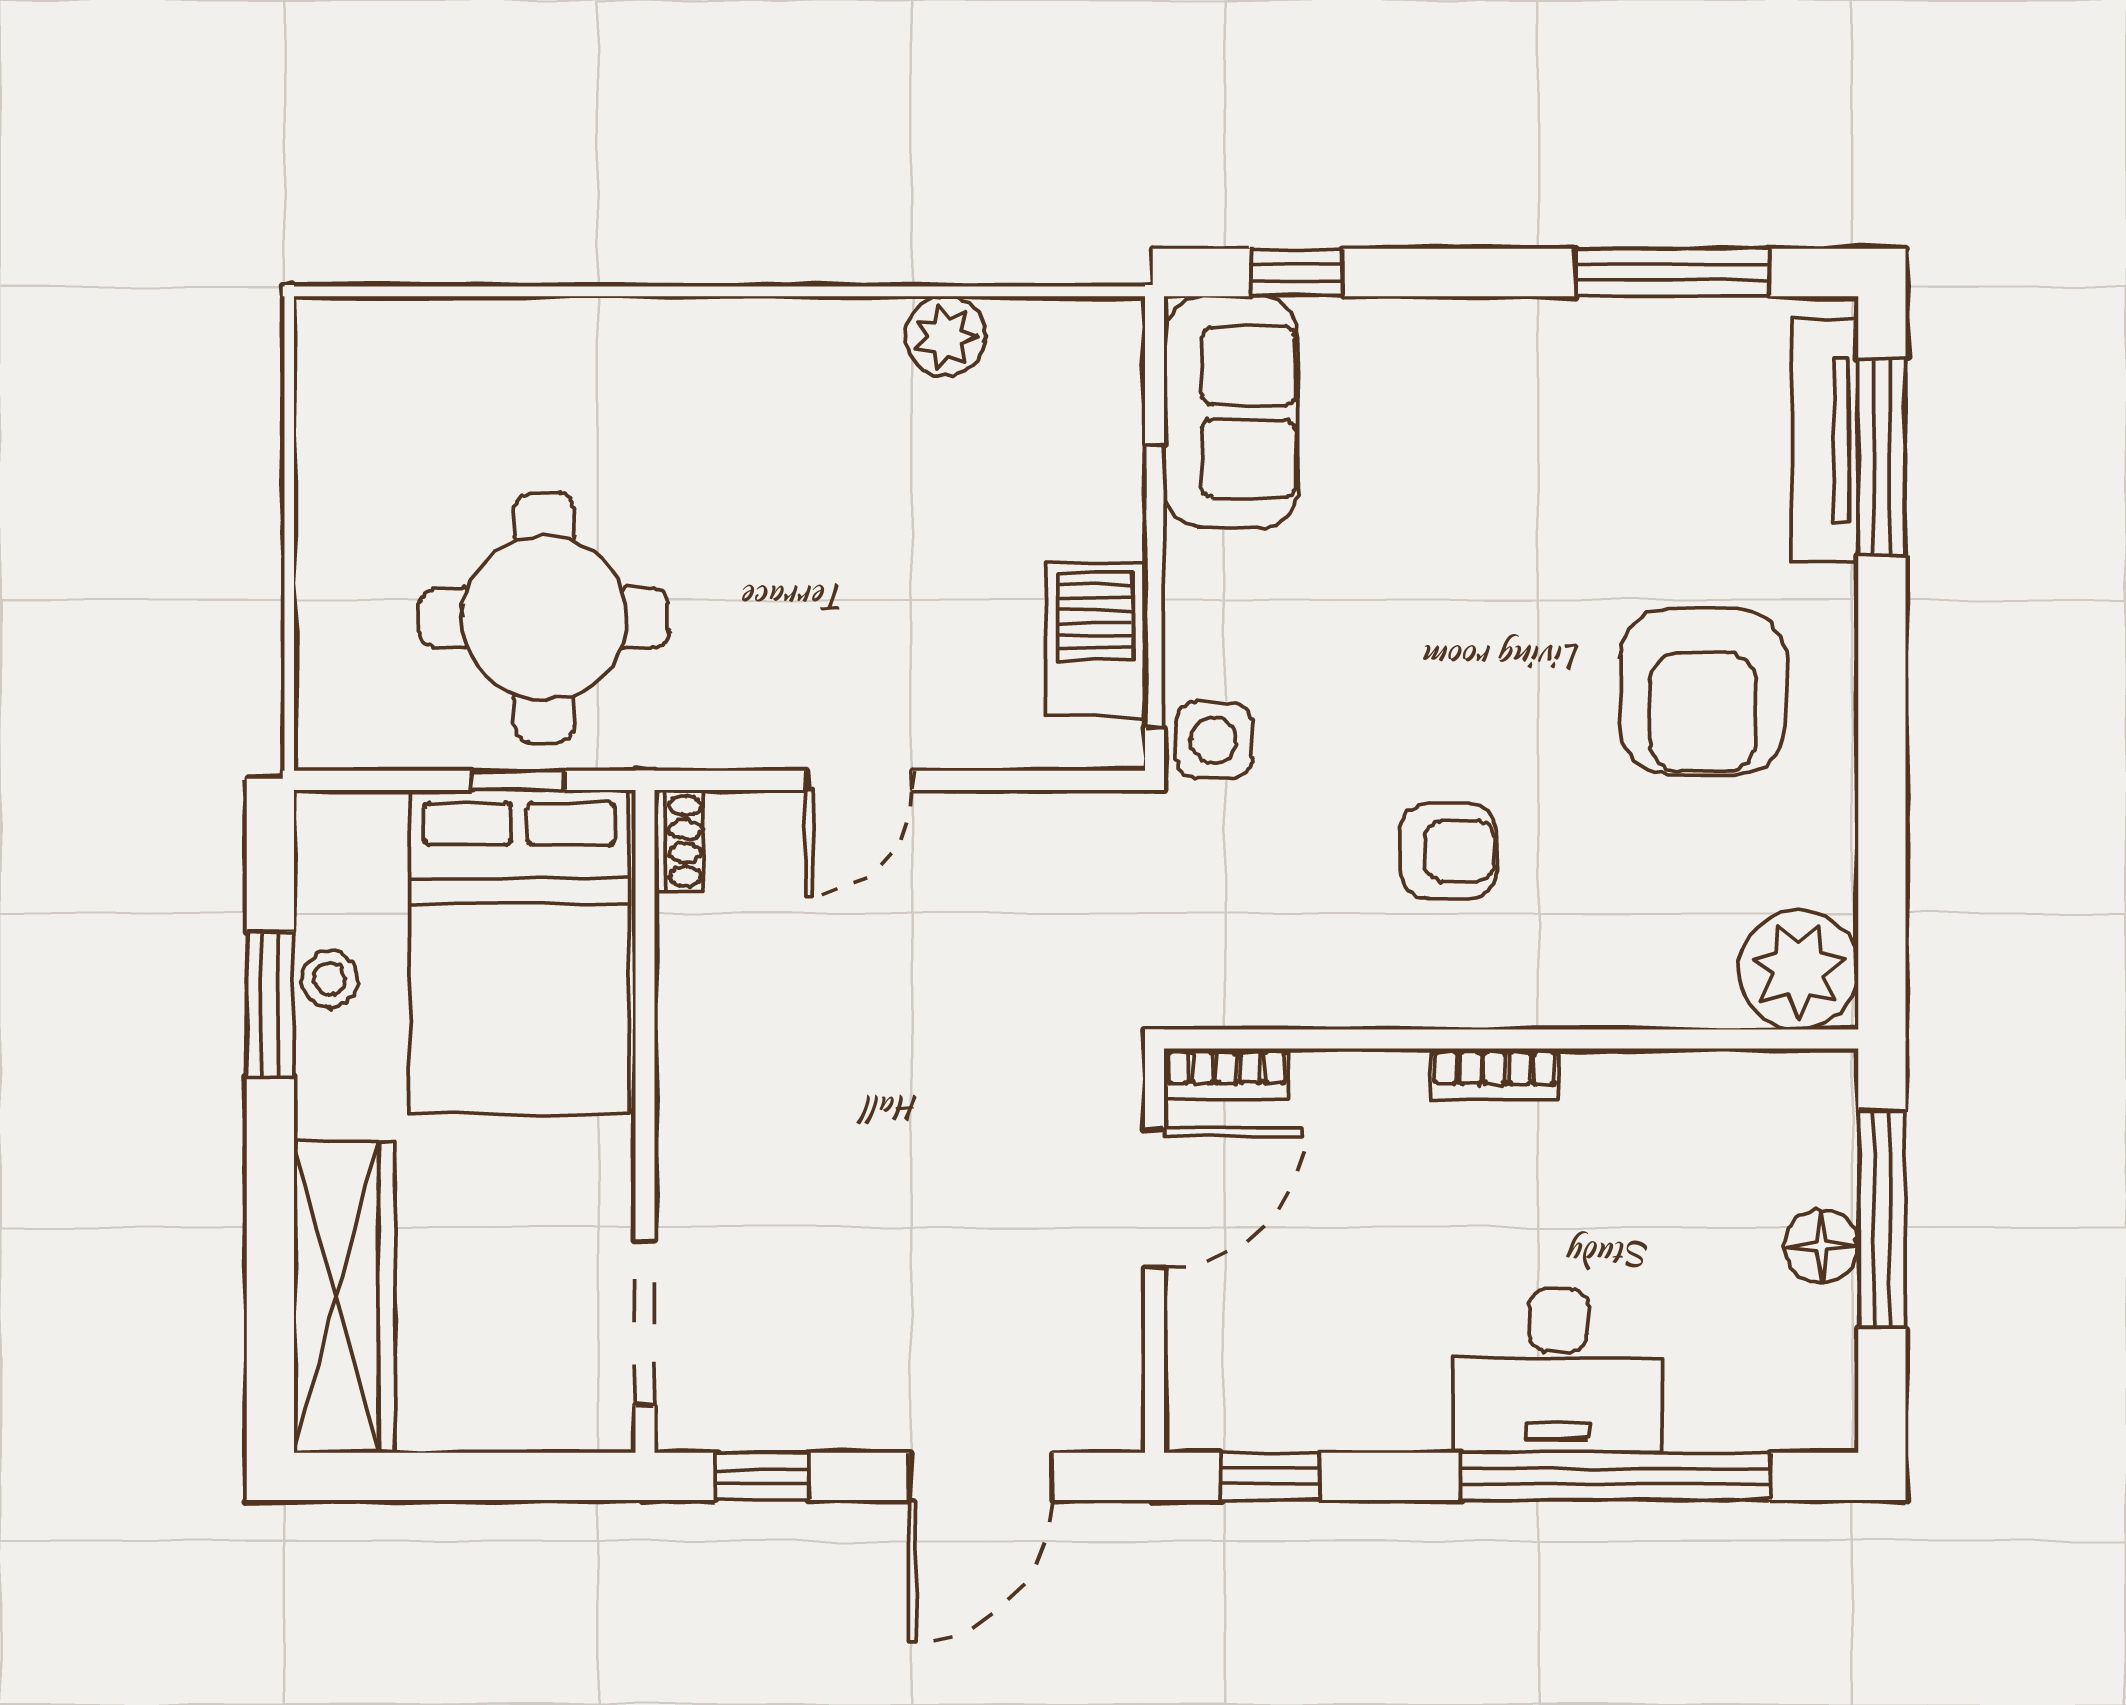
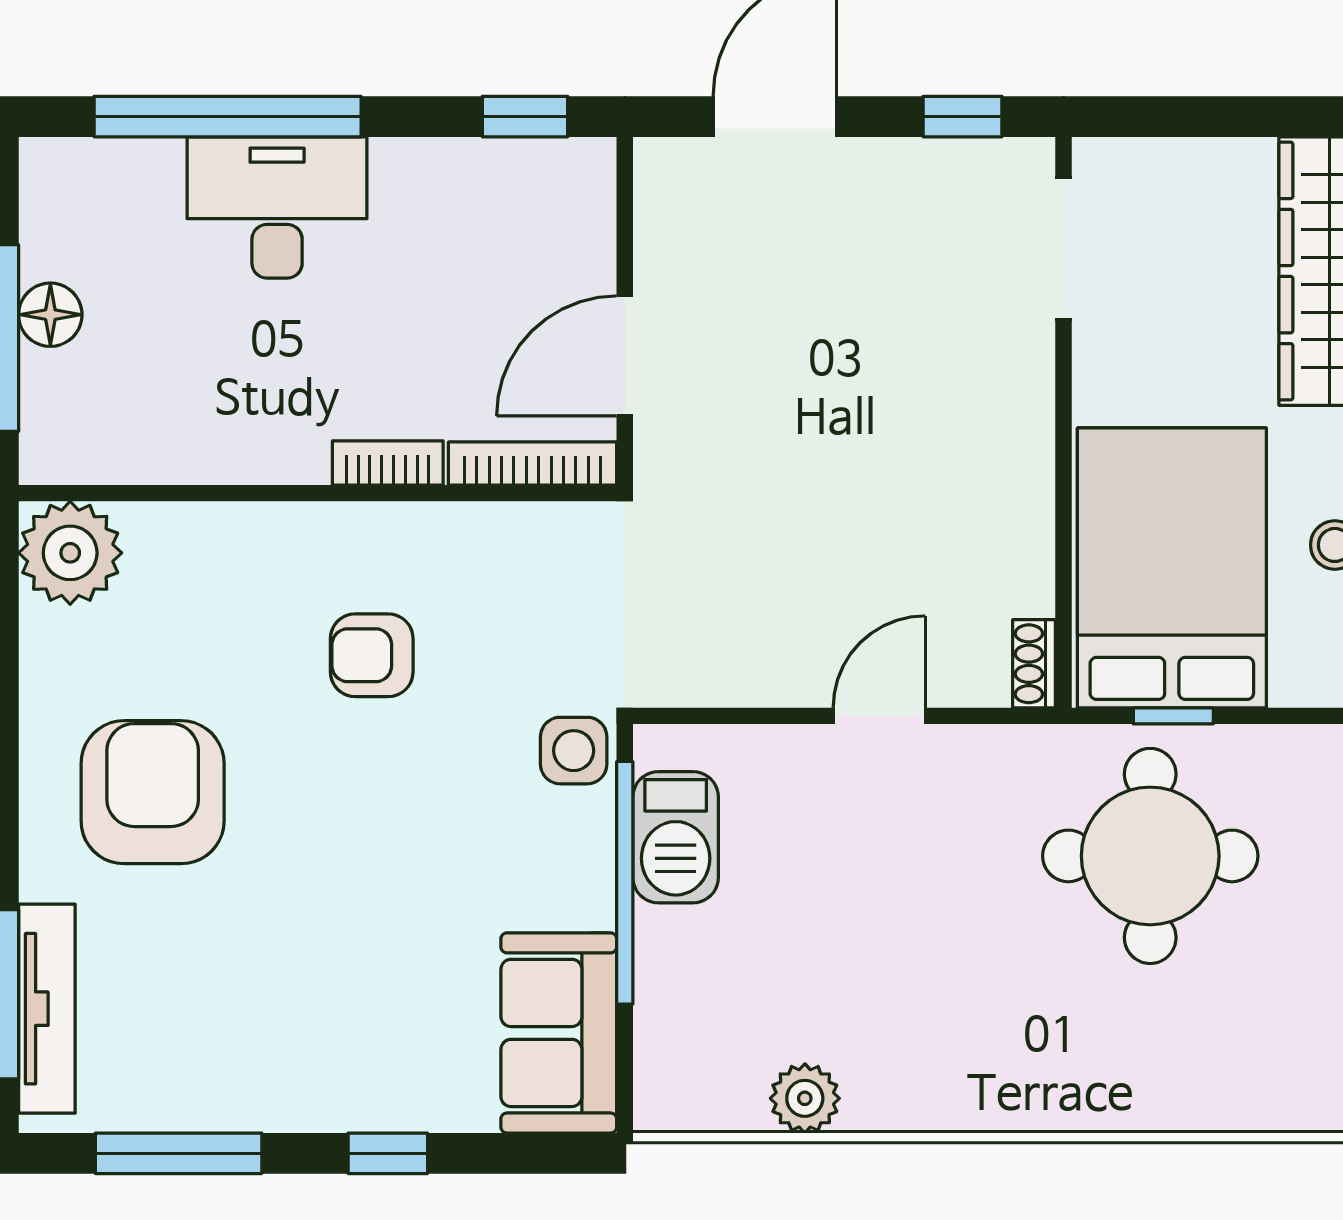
window: (1296, 273) -> (388, 1153), moved
bookcase: (1226, 1073) -> (533, 464), width x1.56
bookcase: (1495, 1074) -> (388, 463), moved

